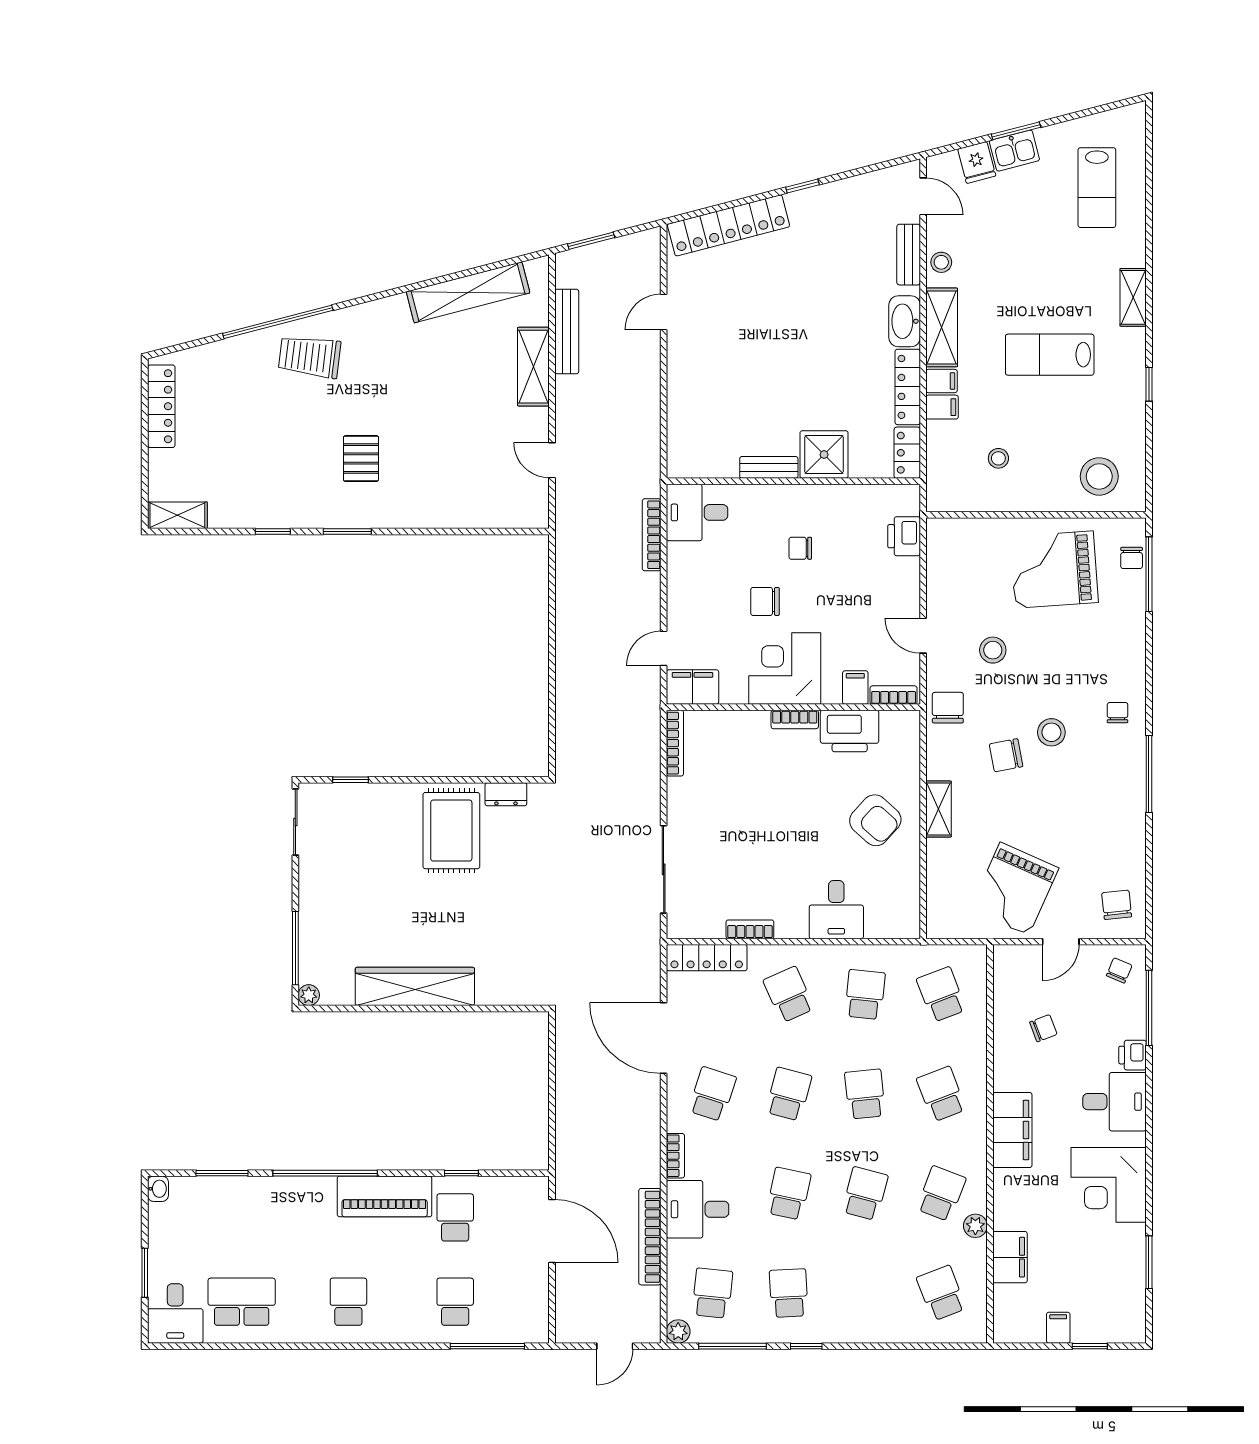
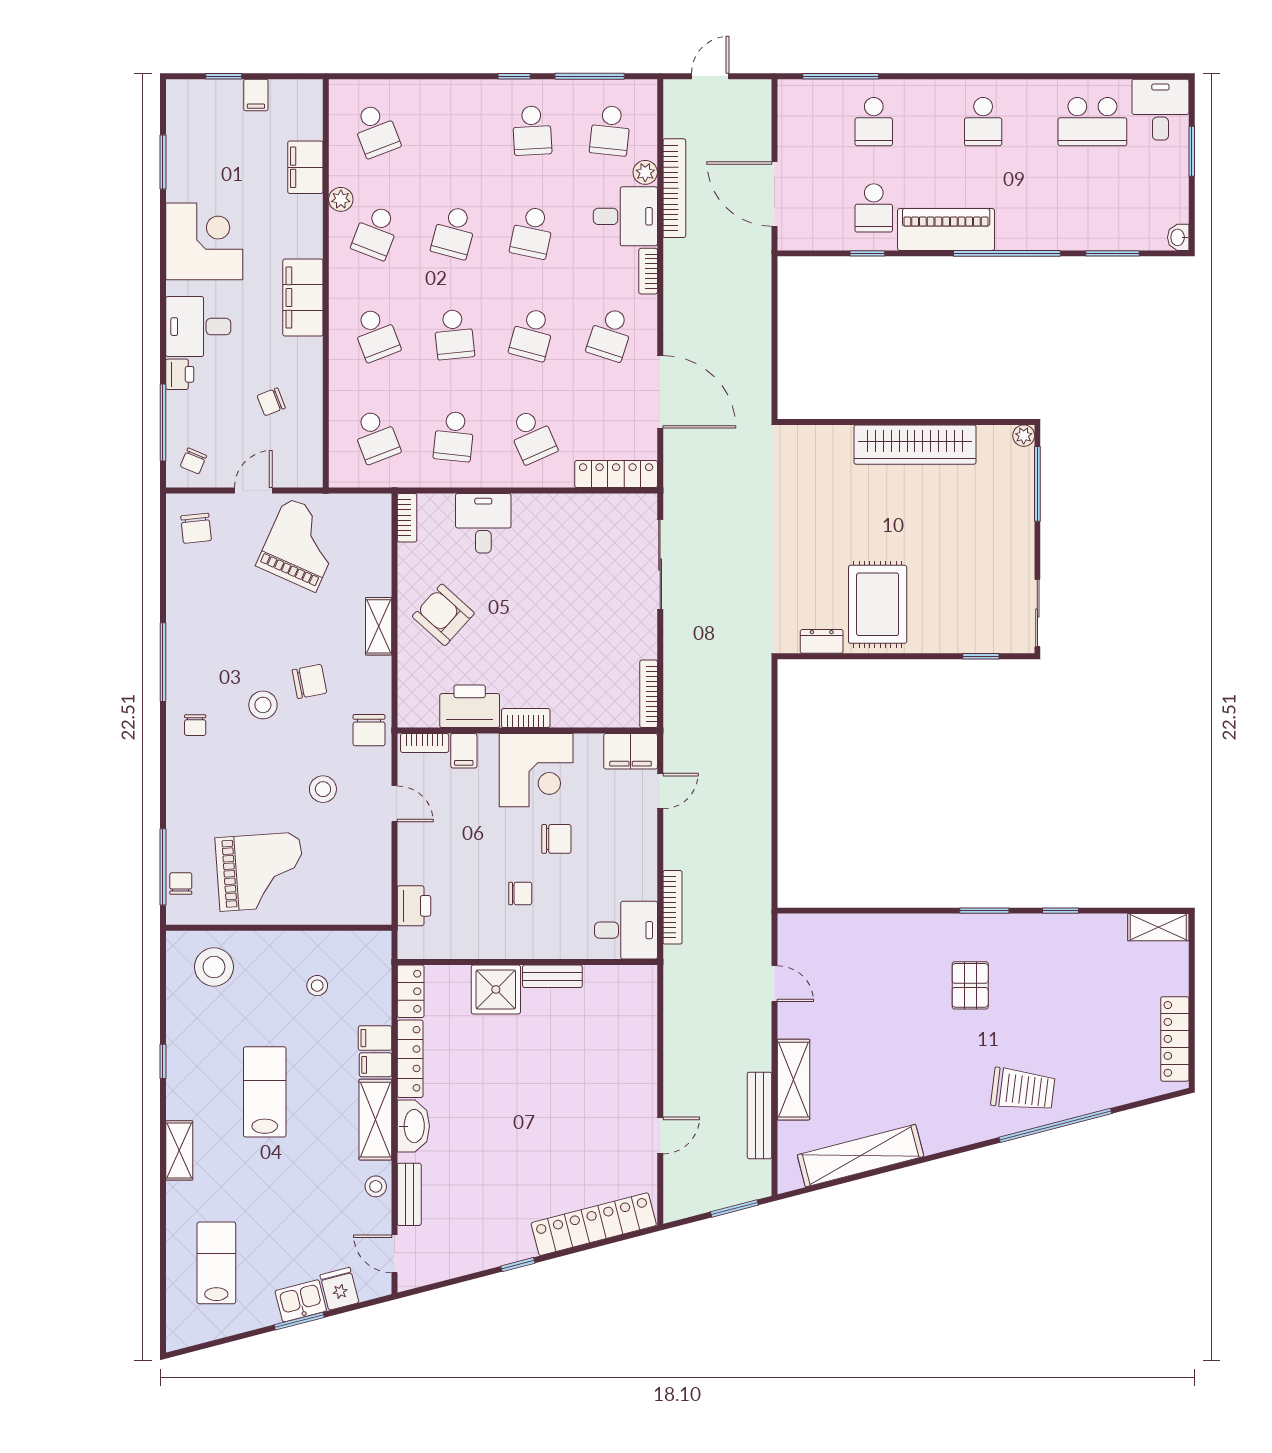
lab bench: (1050, 355) -> (265, 1092), turned -90
bookcase: (750, 929) -> (407, 518), moved, turned -90
plant: (678, 1331) -> (645, 172), moved

